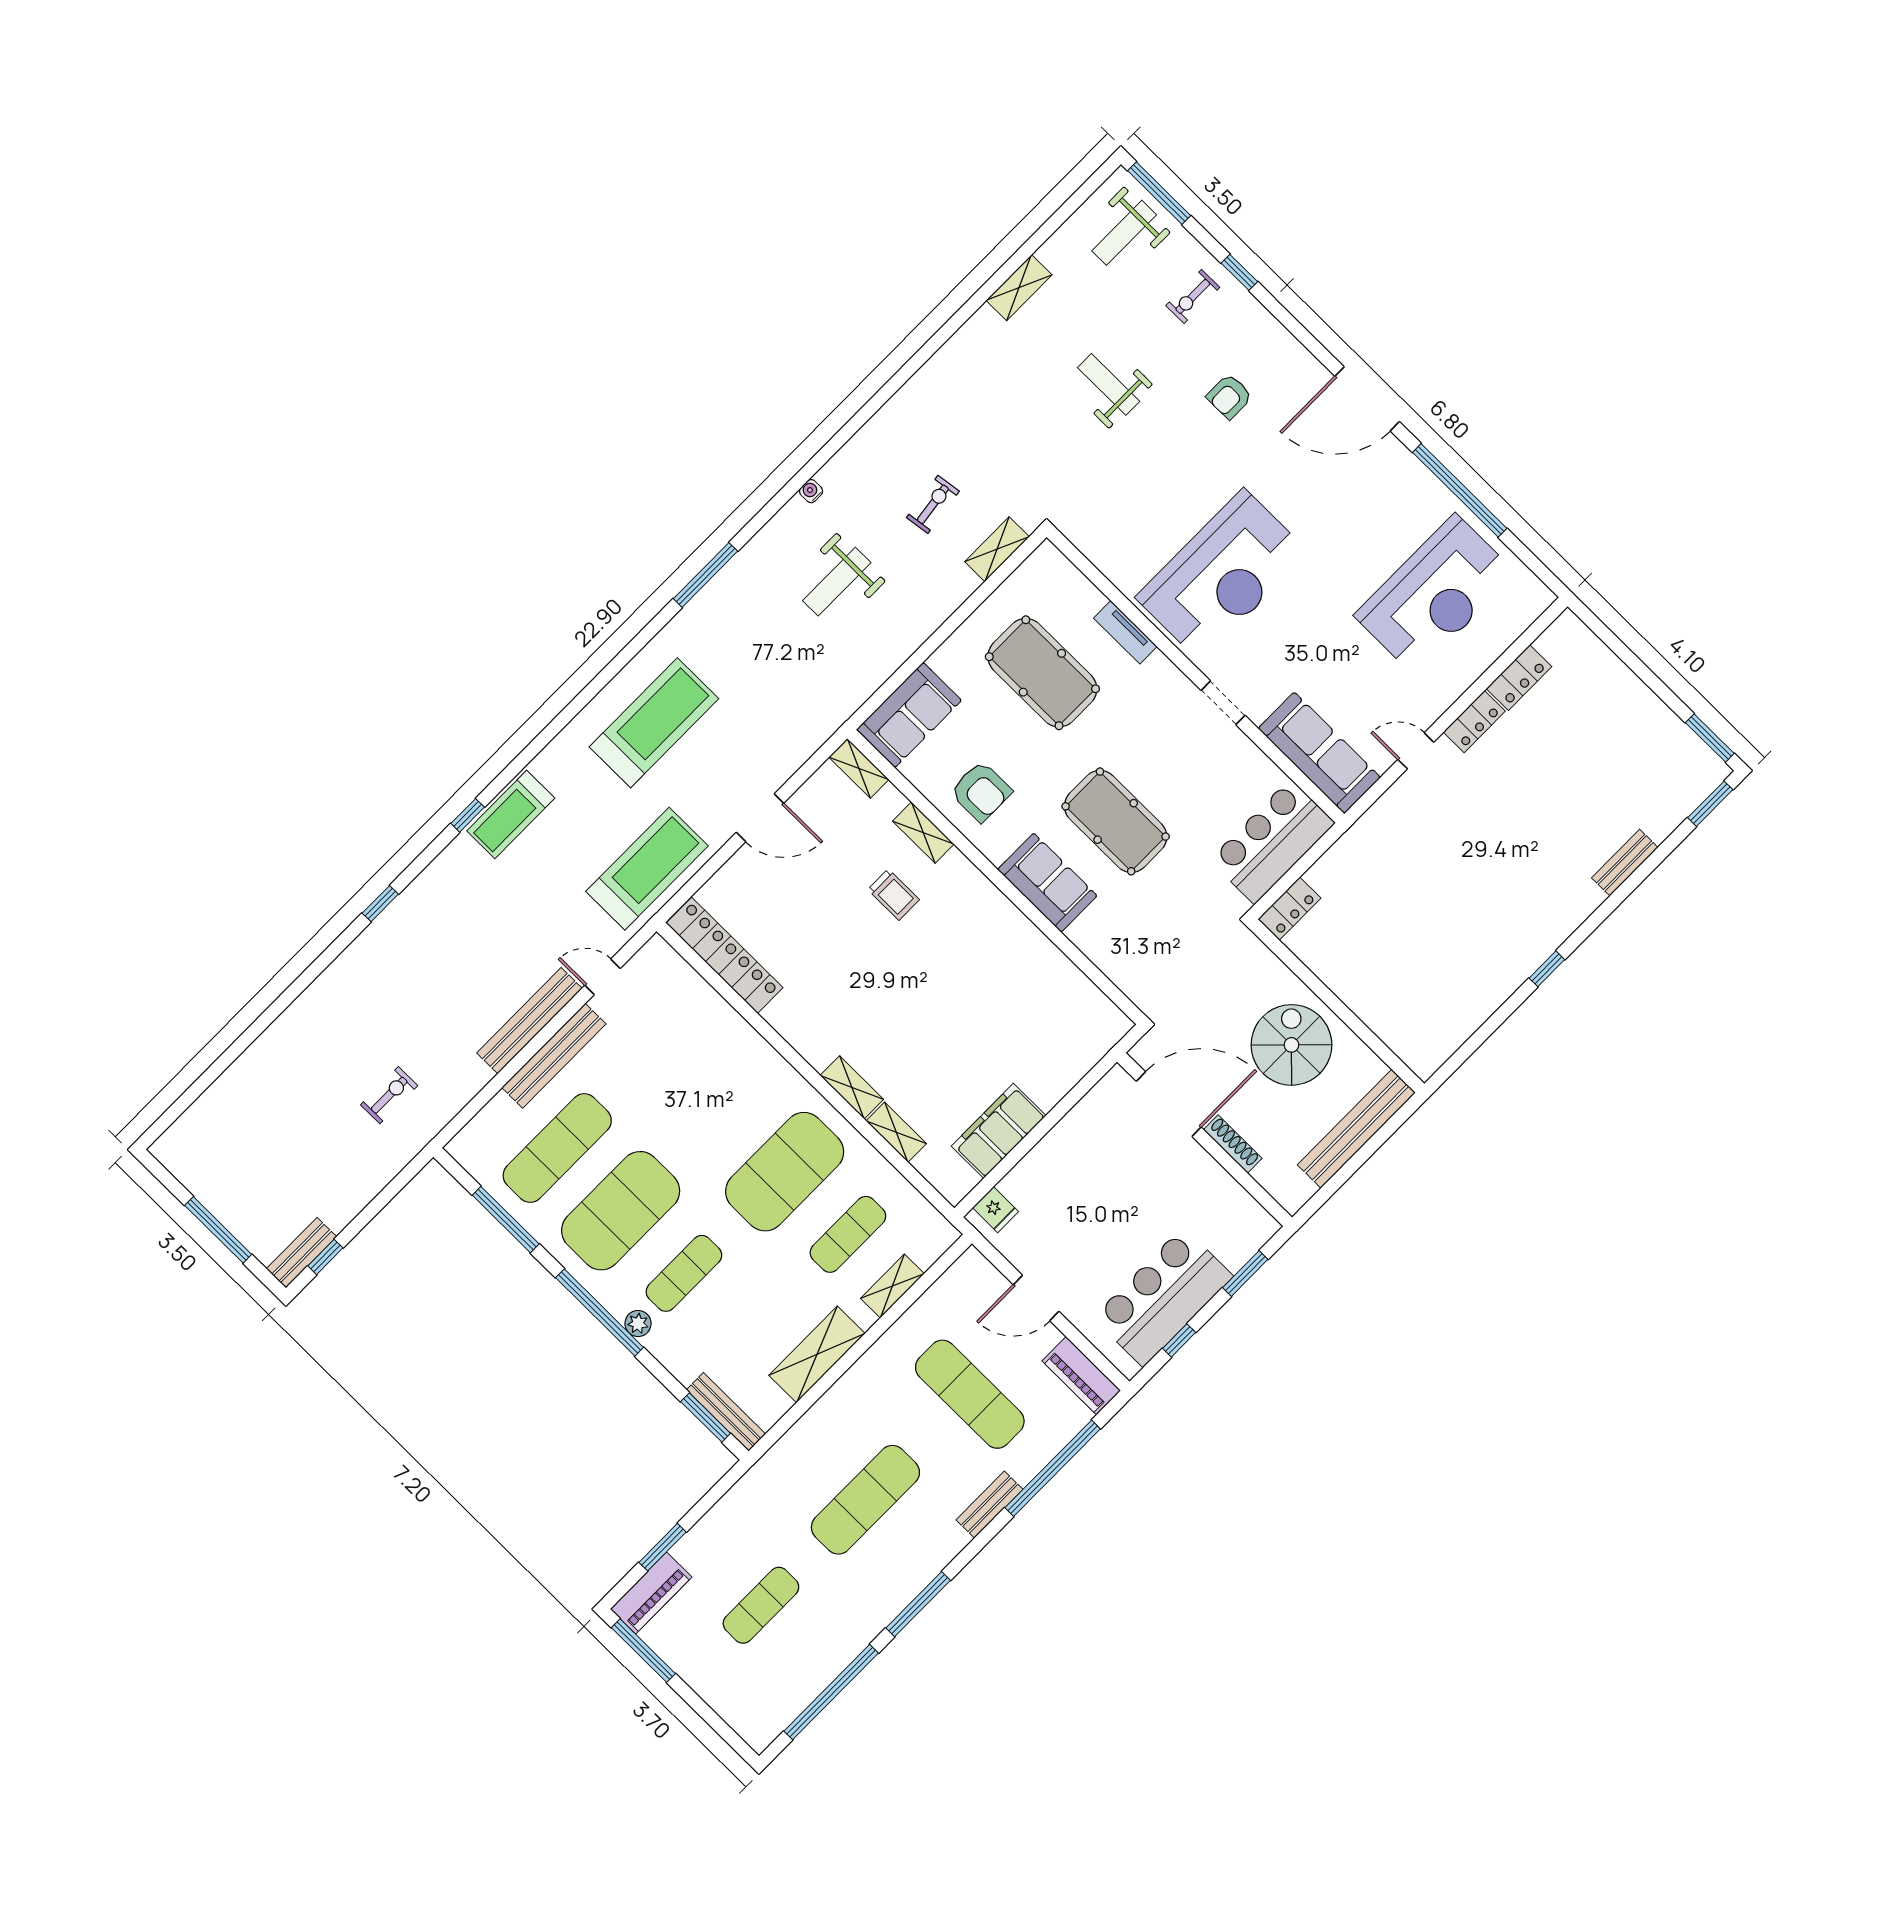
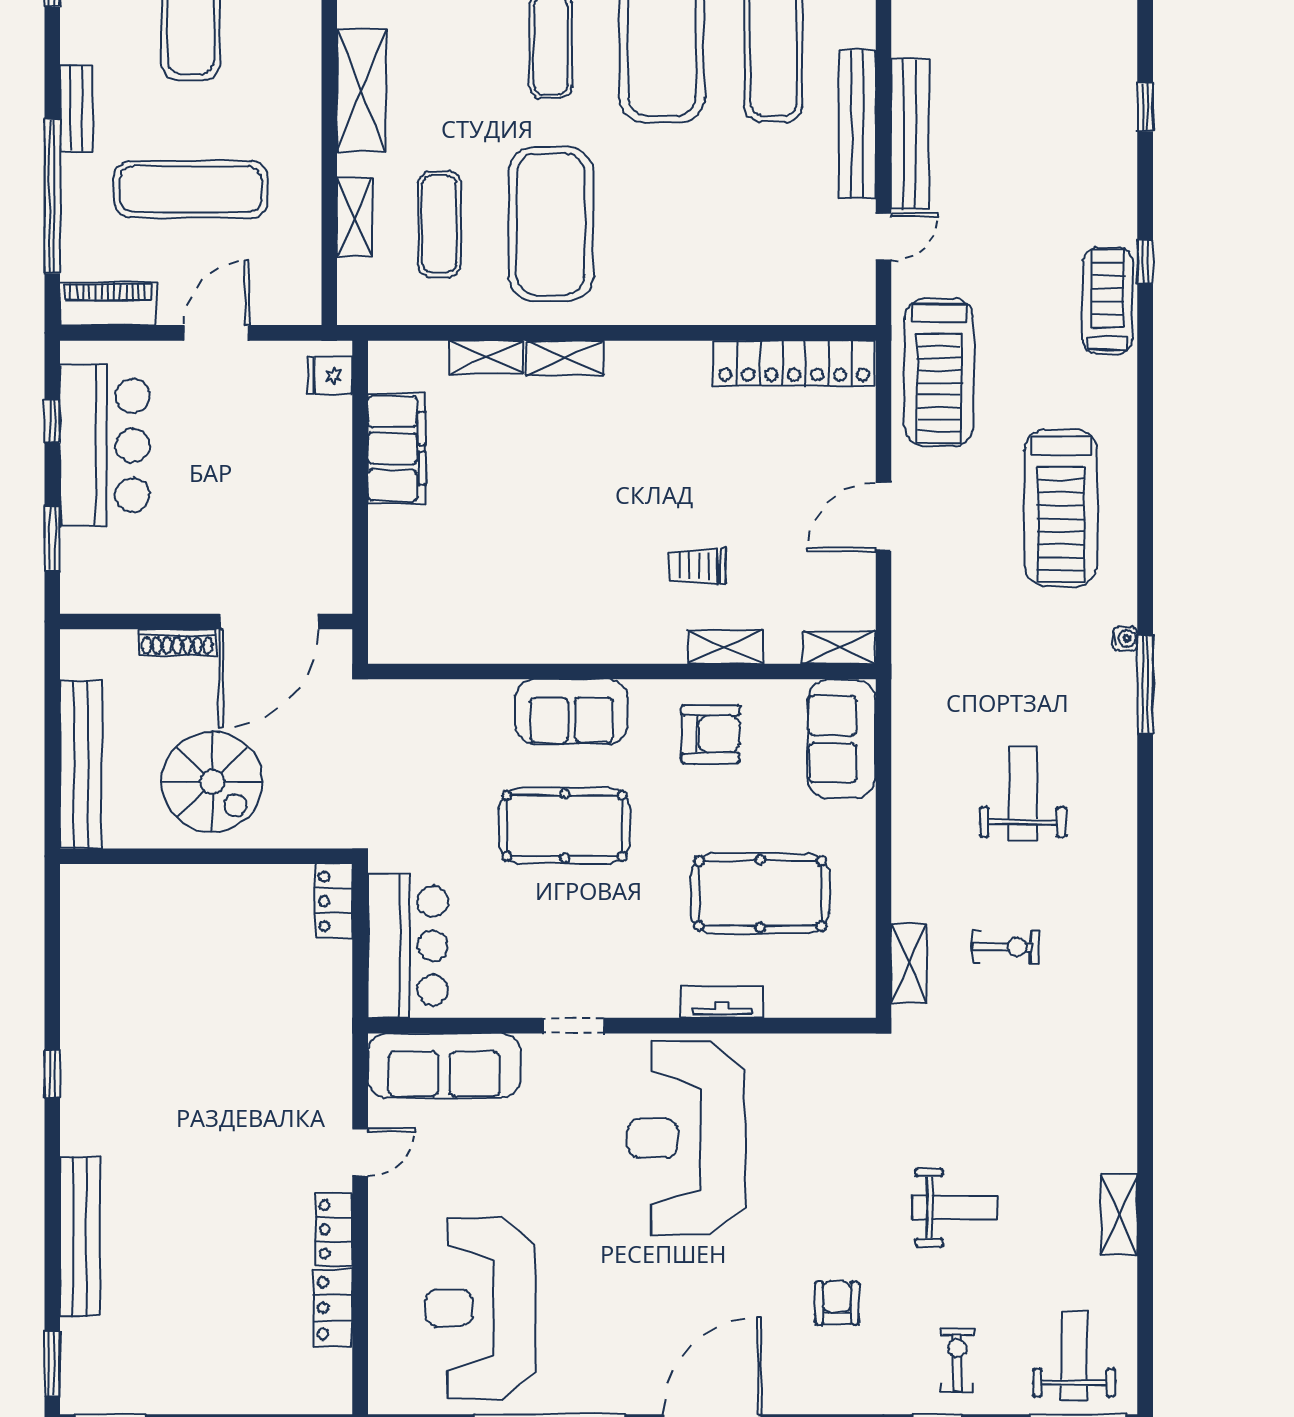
water cooler: (811, 491) -> (1125, 639), moved
exercise bike: (933, 504) -> (1005, 947), turned -82
armchair: (981, 791) -> (710, 734), turned 180
bench: (1625, 863) -> (80, 1237), width x1.86, depth x1.21

